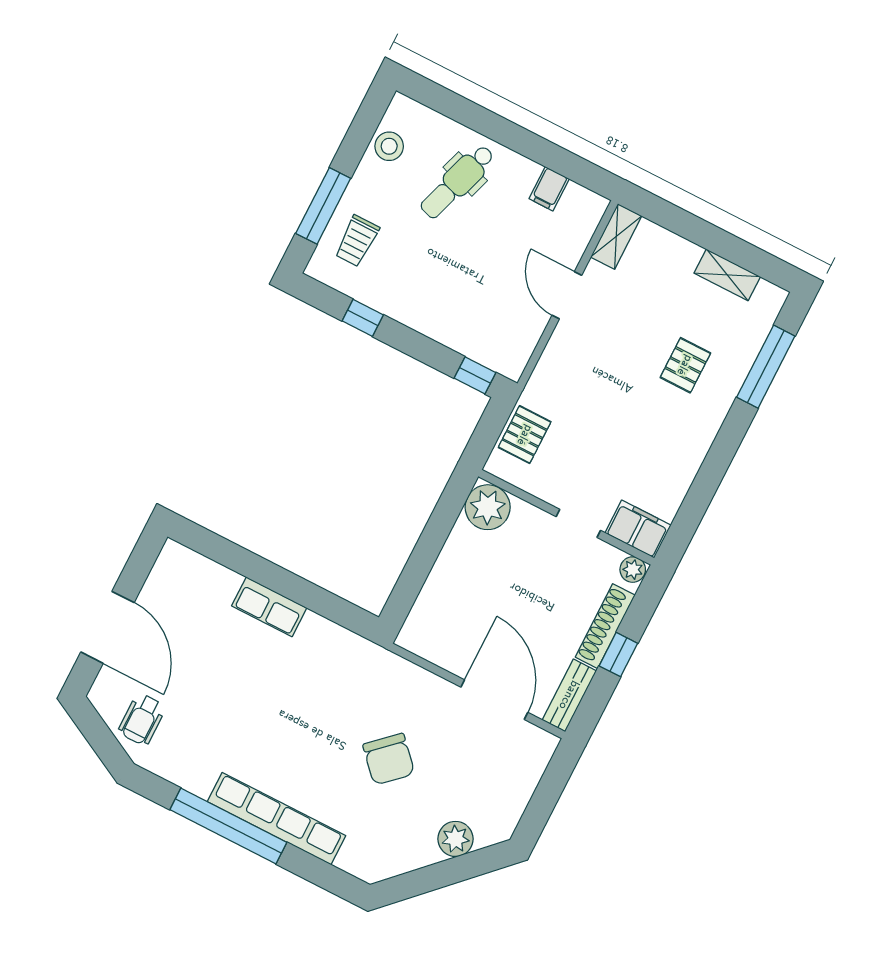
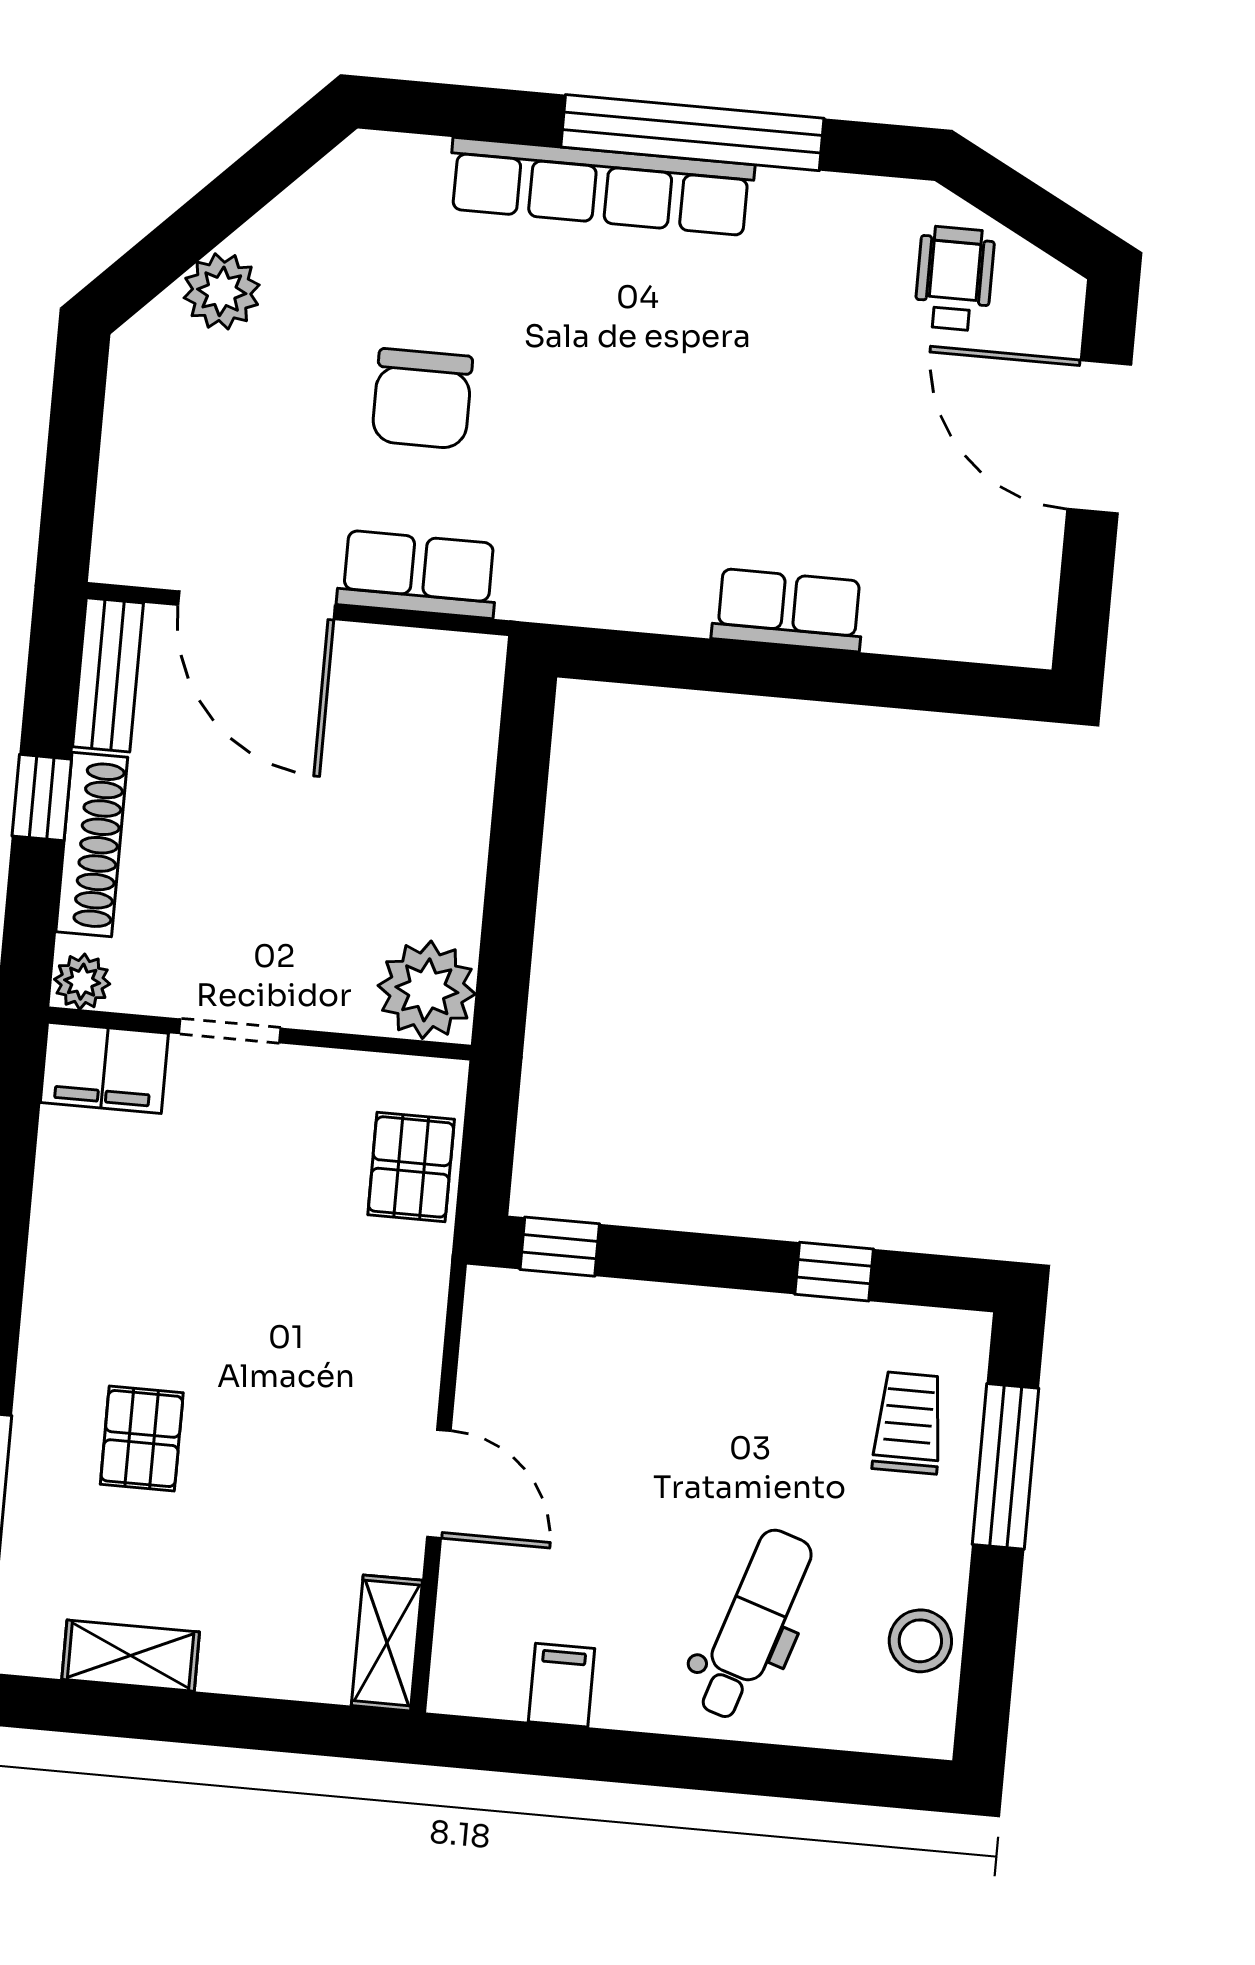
row of seats: (420, 685) -> (418, 574), added
chair: (389, 759) -> (422, 399), turned -137

